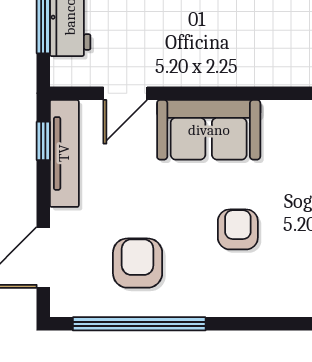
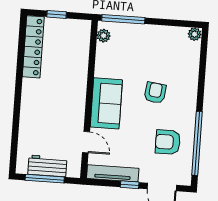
window: (43, 141) -> (130, 185), moved
armchair: (238, 229) -> (155, 93), turned 97

